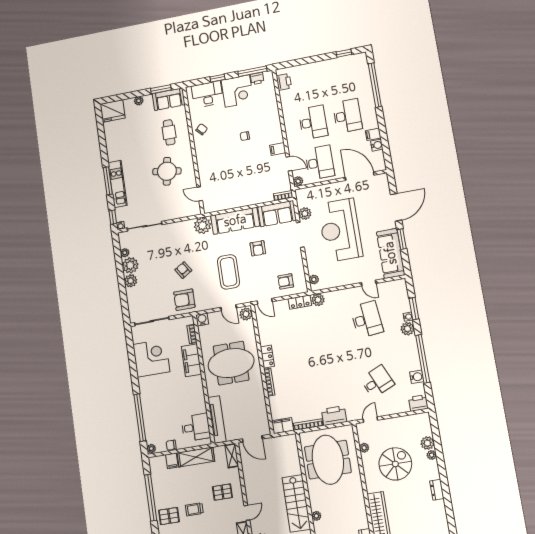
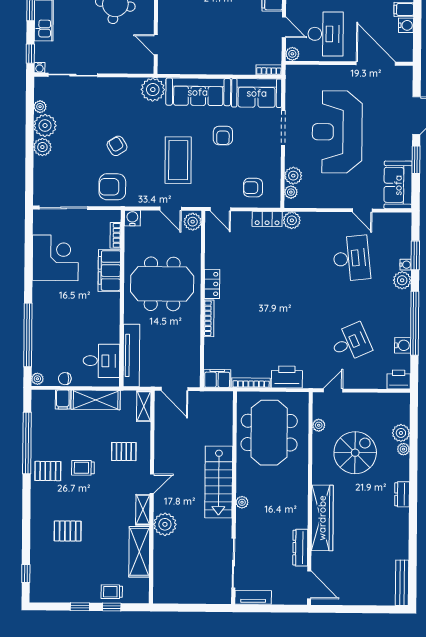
plant: (305, 214) -> (293, 176), moved
sofa: (391, 253) -> (398, 185), width x0.73

